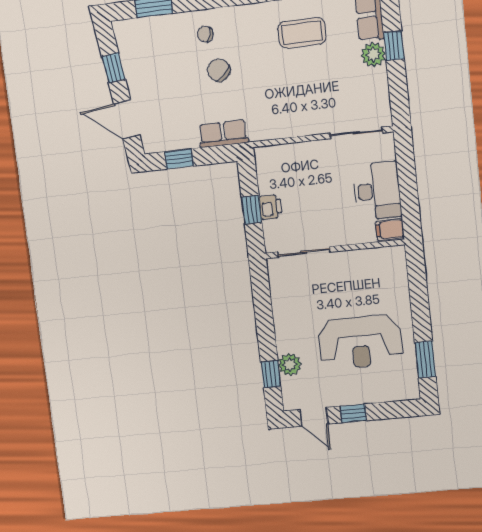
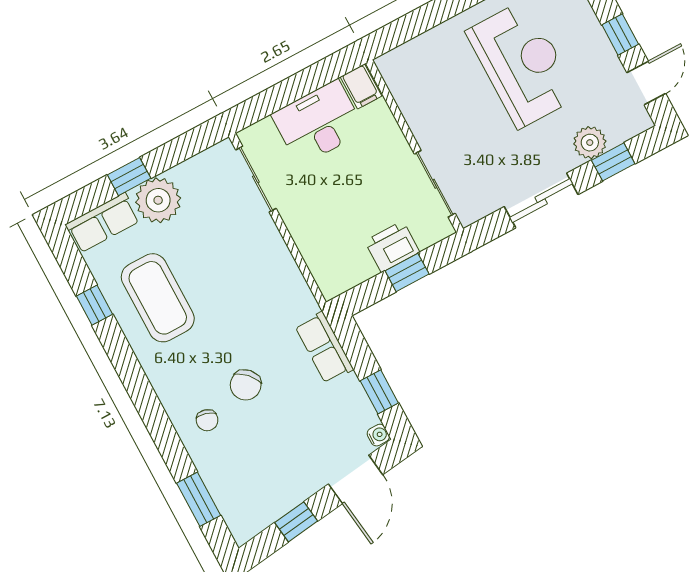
coffee table: (302, 33) -> (158, 298), width x1.36, depth x1.32
plant: (373, 55) -> (158, 200), width x1.36, depth x1.36
water cooler: (151, 147) -> (378, 435), added
printer: (271, 207) -> (392, 247), width x1.36, depth x1.24
sliding door: (264, 317) -> (541, 201), added

